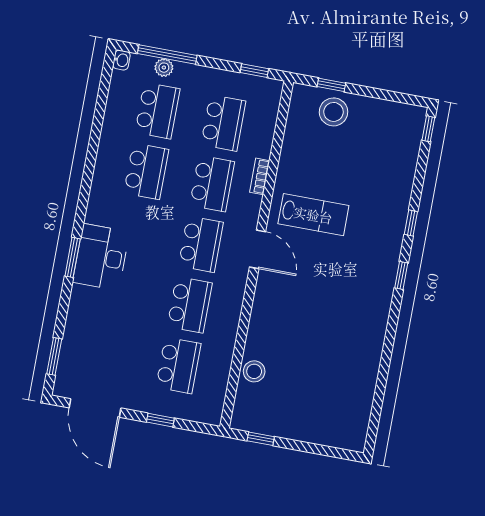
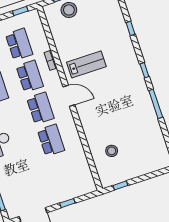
window: (411, 223) -> (131, 28), moved
window: (389, 339) -> (156, 104), added
school desk: (178, 365) -> (62, 172), removed
stool: (254, 371) -> (112, 151), moved

